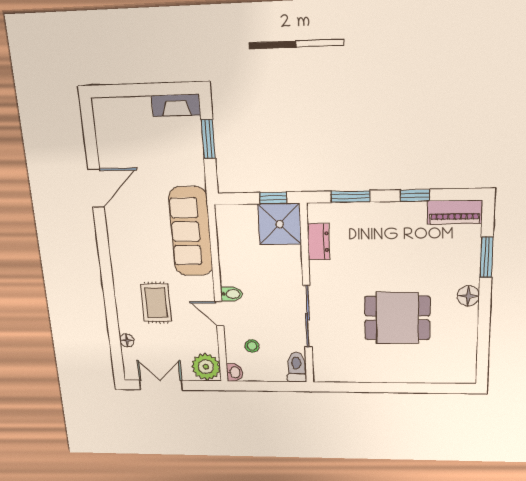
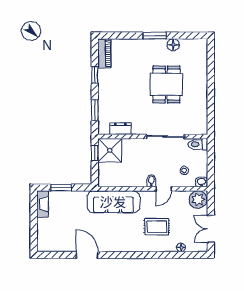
window: (486, 257) -> (155, 36), moved
floor lamp: (468, 296) -> (173, 45), moved

